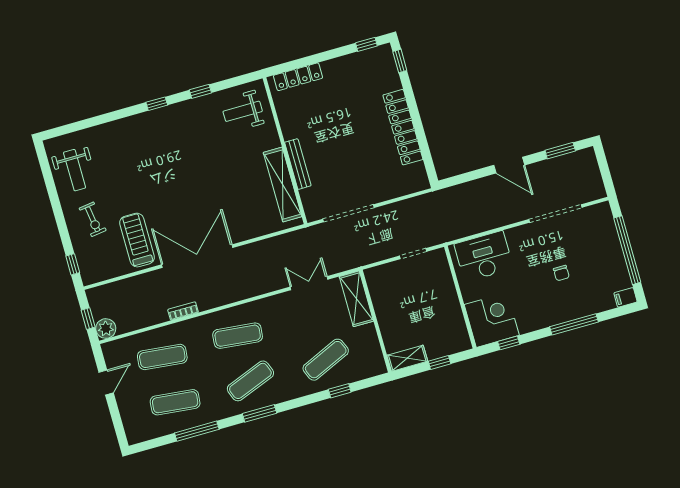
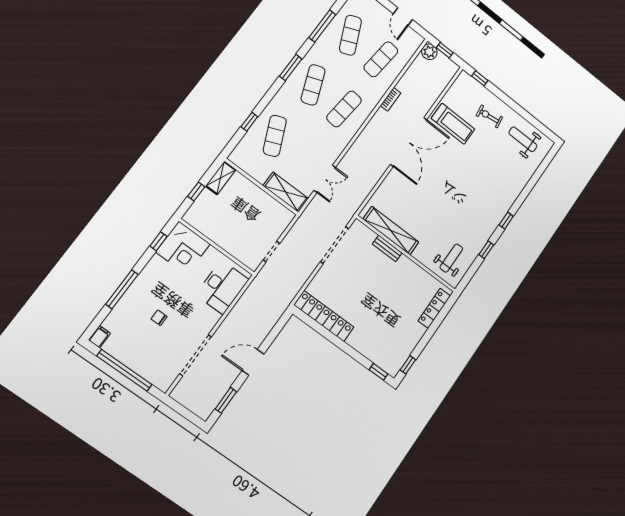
locker: (403, 127) -> (324, 316), moved
bench: (298, 164) -> (387, 248), width x0.73
exercise mat: (175, 402) -> (350, 35), turned -30

